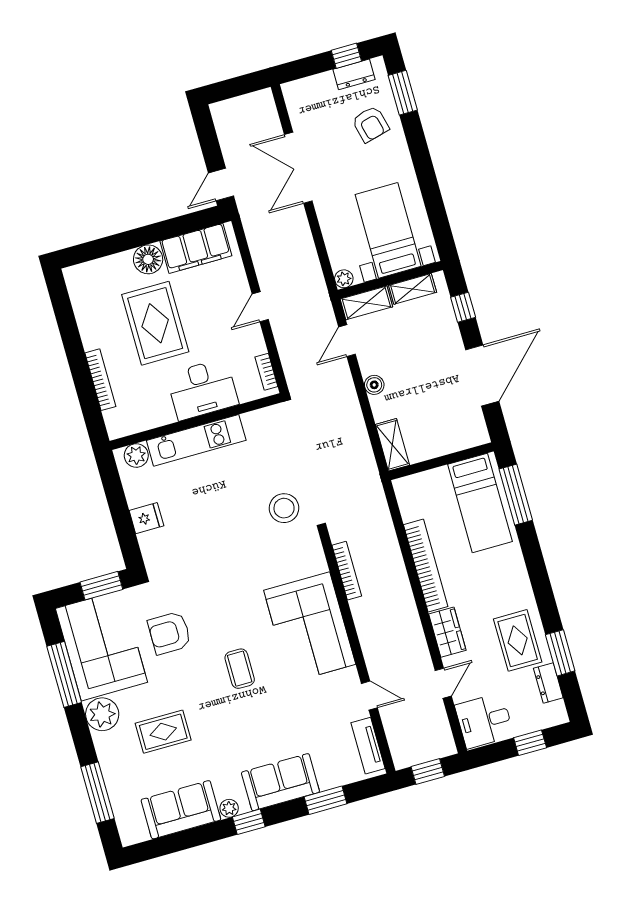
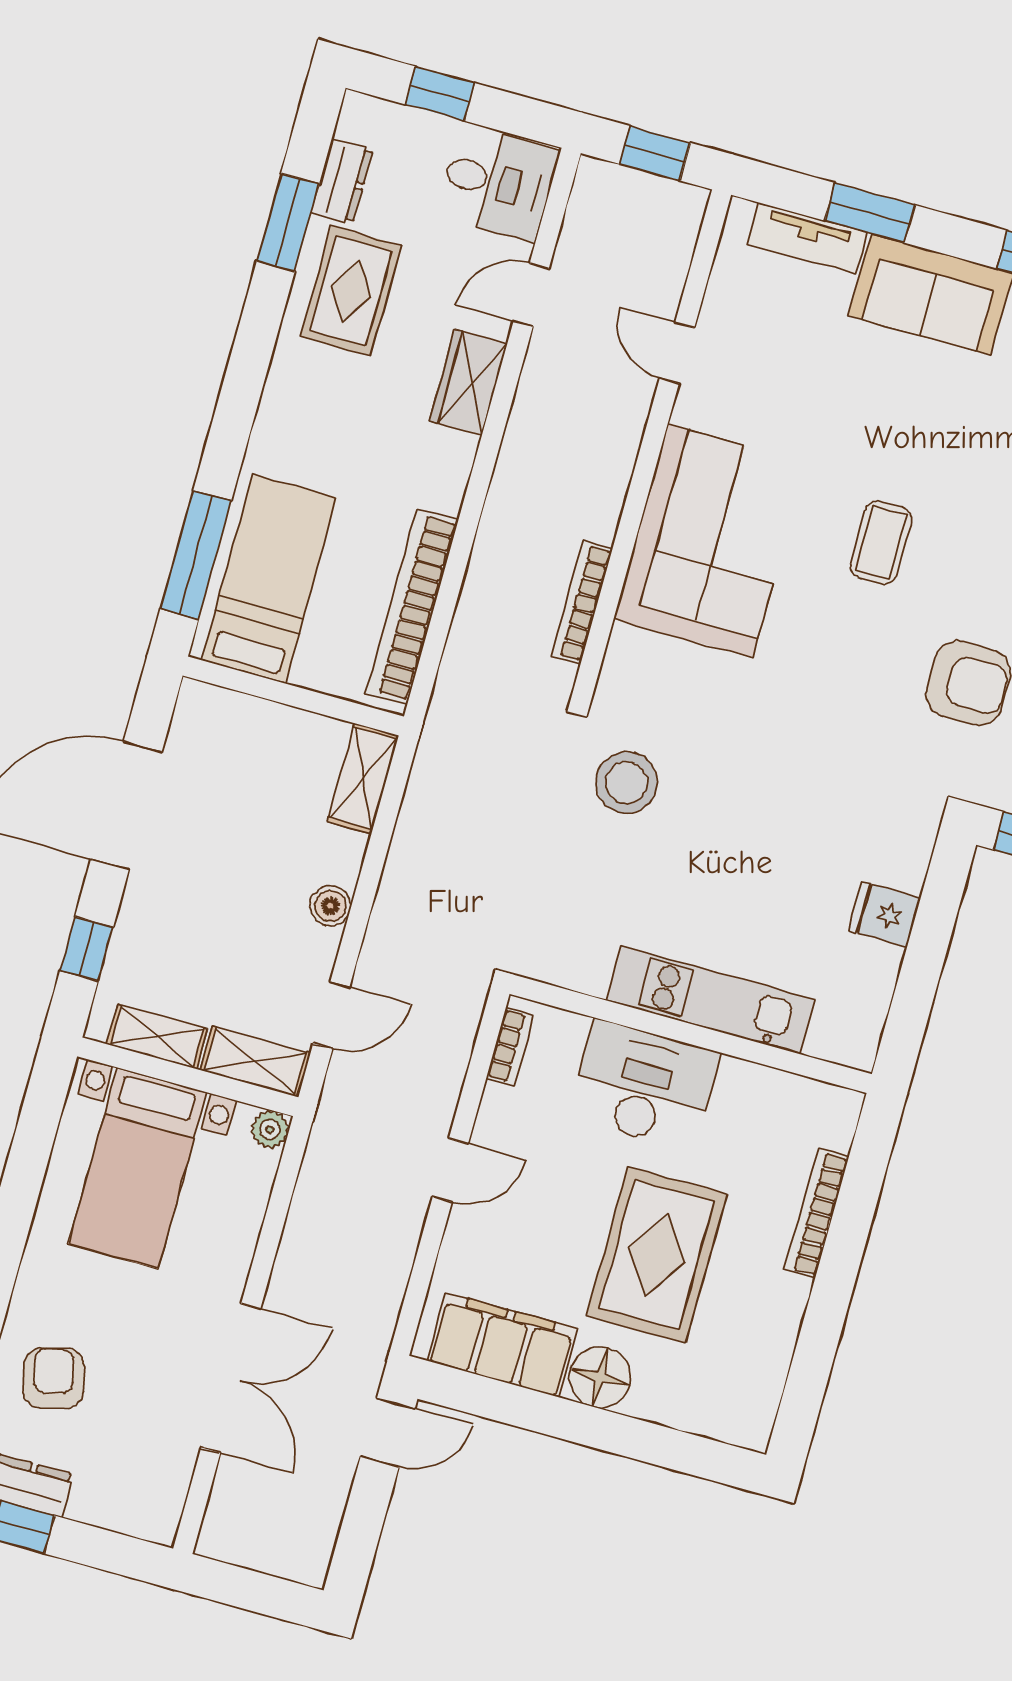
plant: (136, 455) -> (835, 1038), removed
bookcase: (426, 566) -> (412, 606), moved
tv unit: (368, 746) -> (807, 238), moved, turned 90

